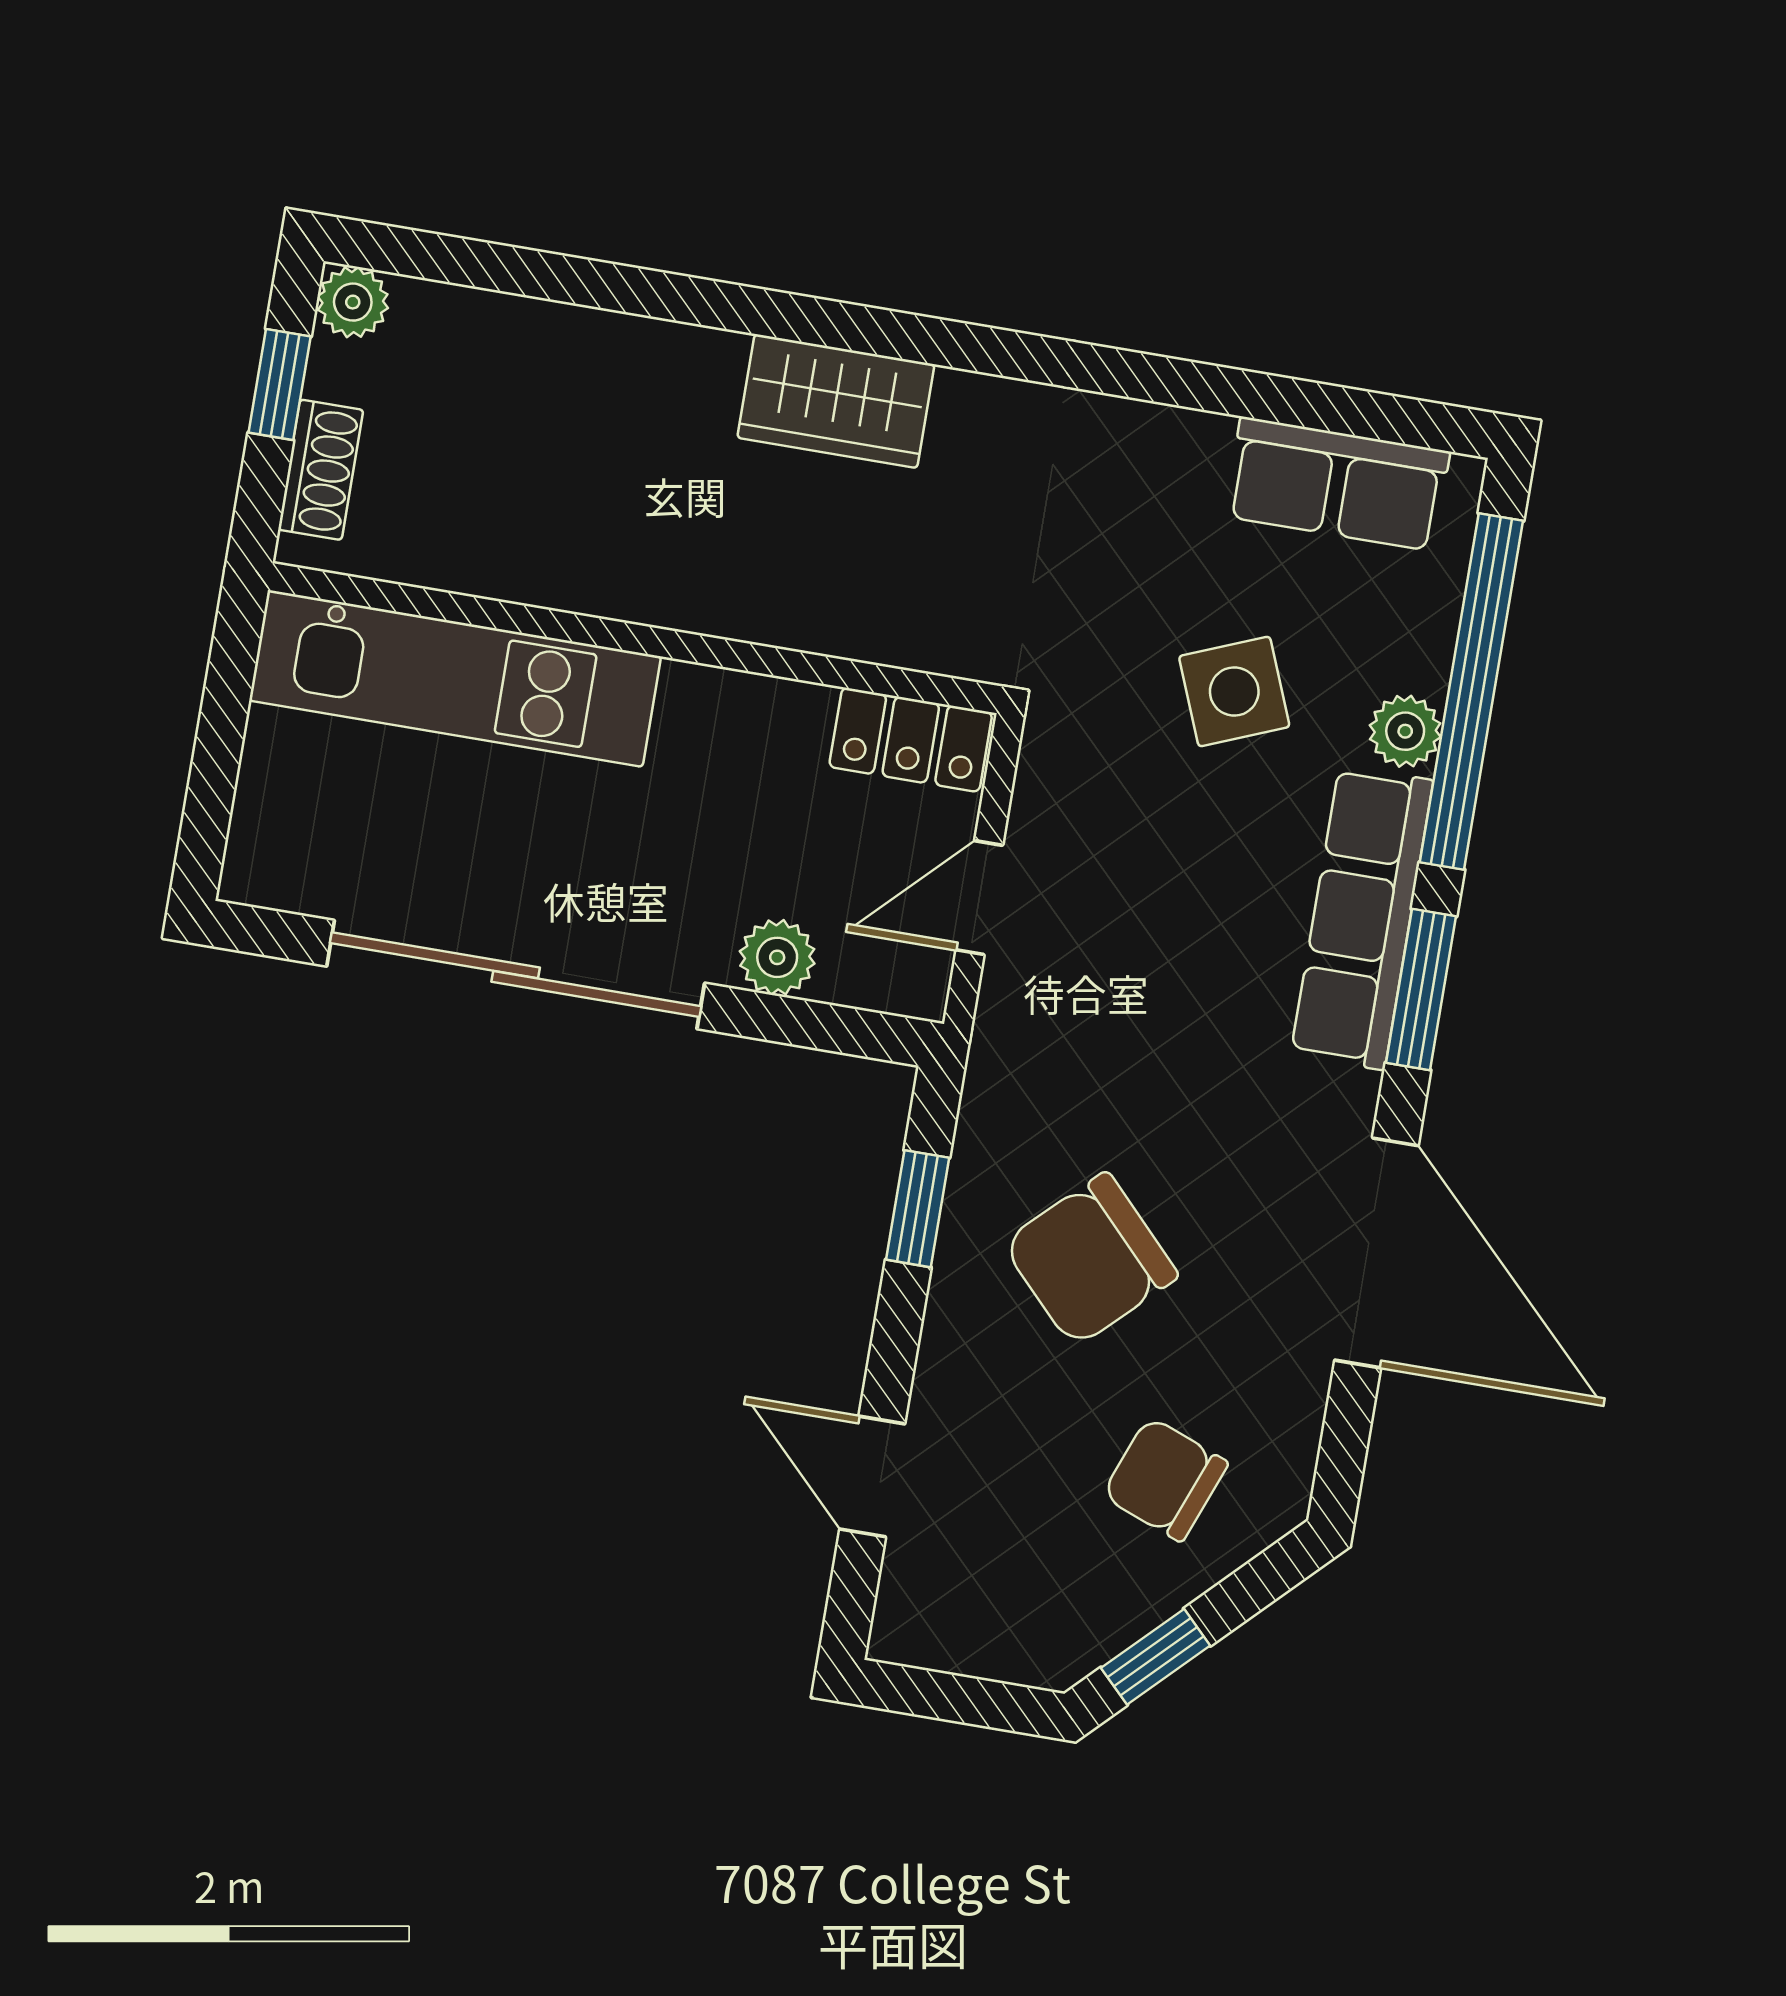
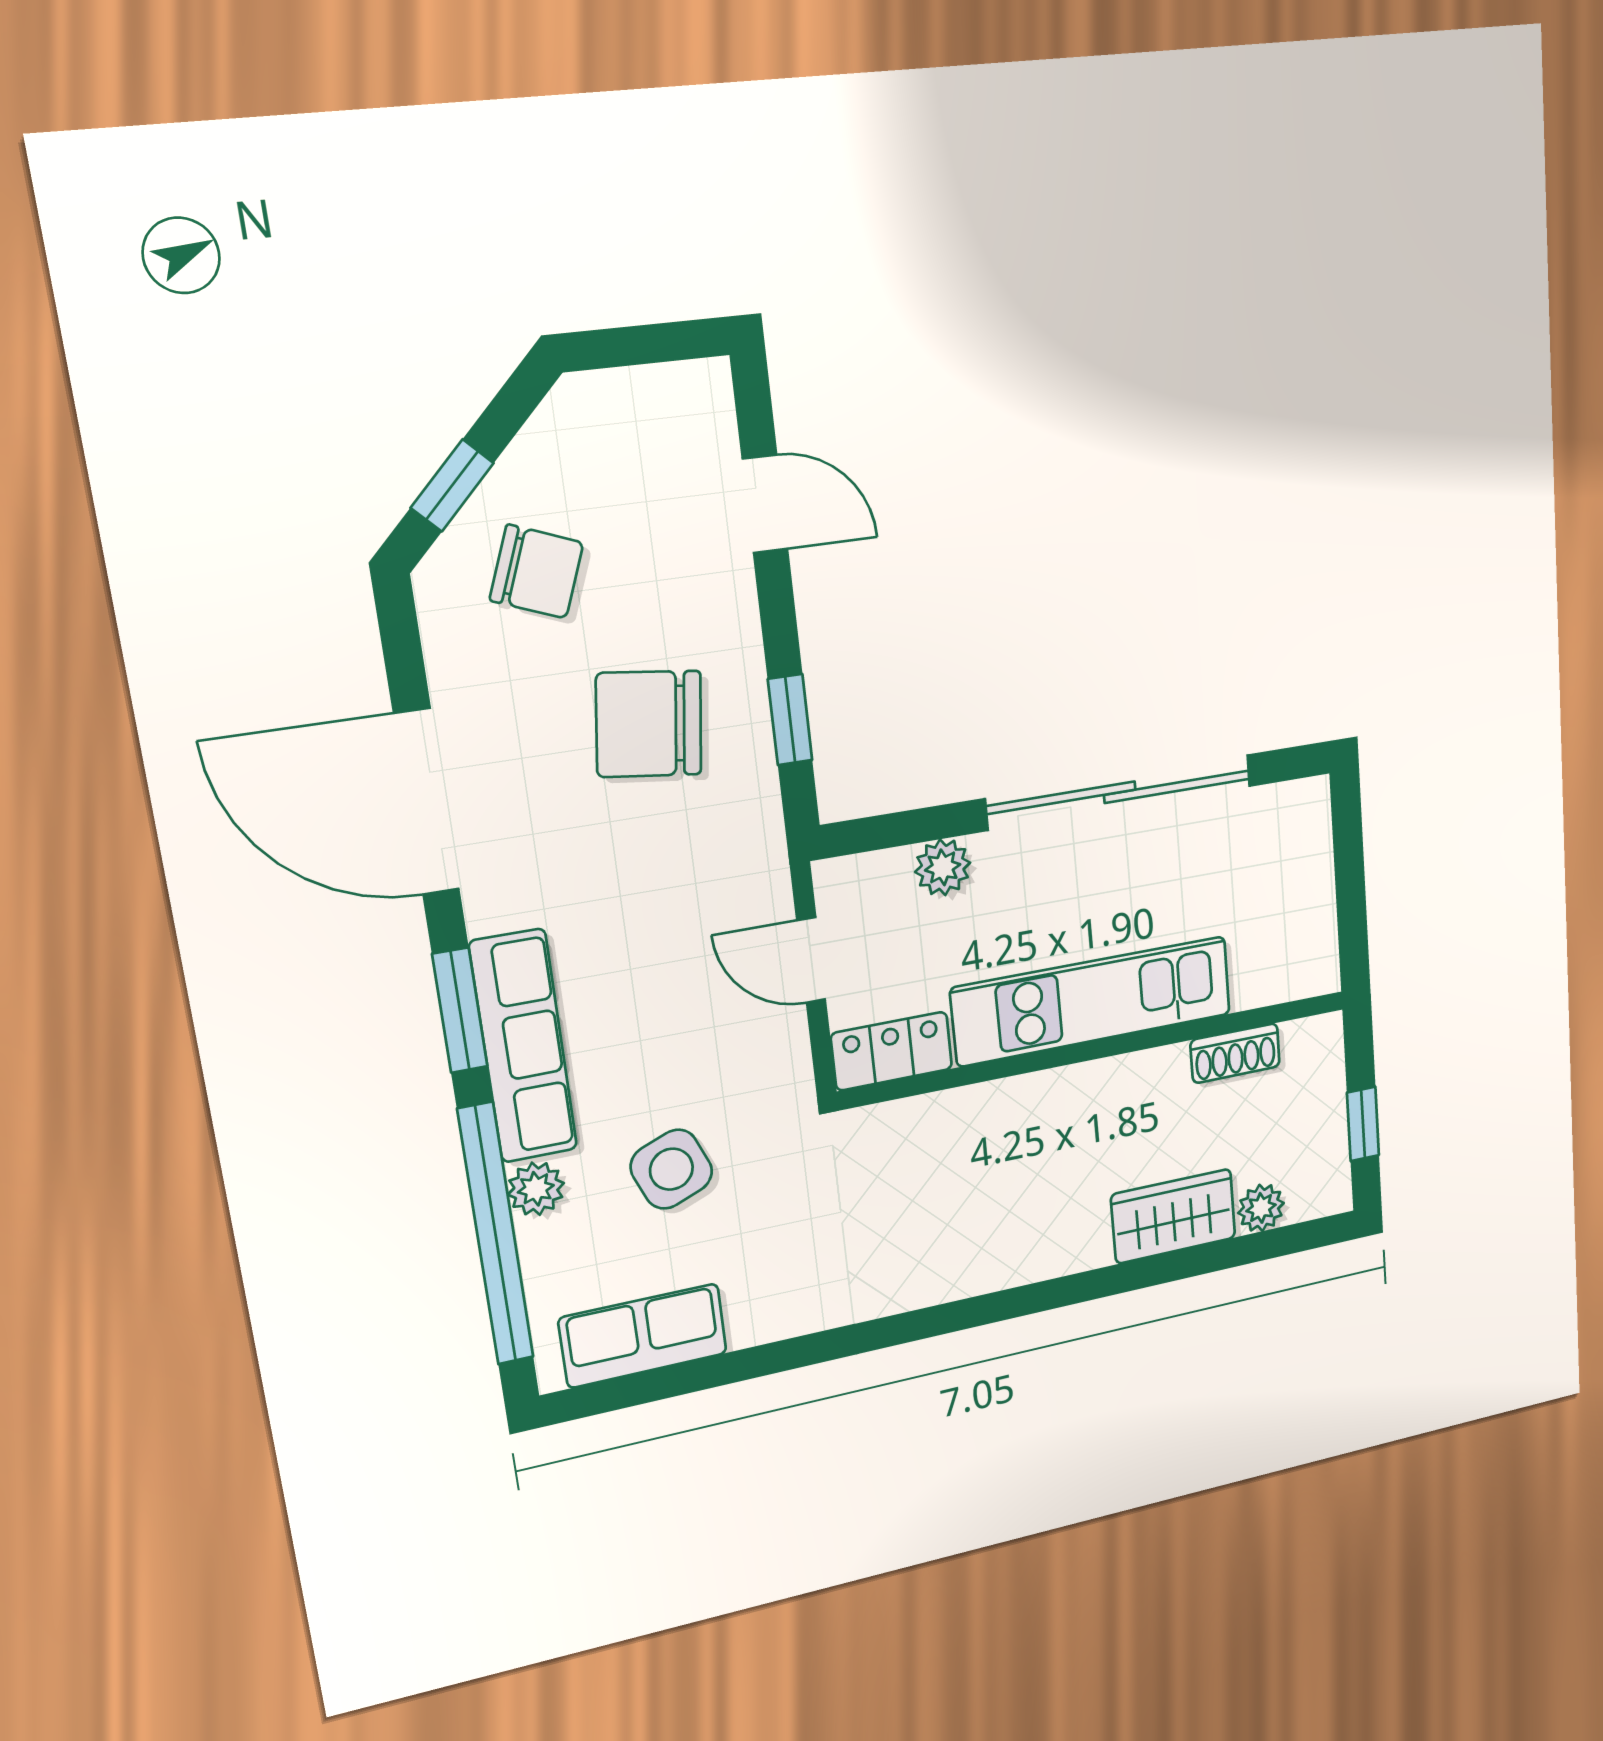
plant: (353, 302) -> (1261, 1208), moved
wardrobe: (836, 401) -> (1173, 1216), moved
shoe rack: (321, 470) -> (1235, 1053), moved, turned -90
kitchen unit: (455, 678) -> (1092, 1001), moved
door: (979, 898) -> (811, 960), swing flipped
chair: (1090, 1260) -> (649, 724), turned -129
window: (1156, 1657) -> (452, 485), moved

